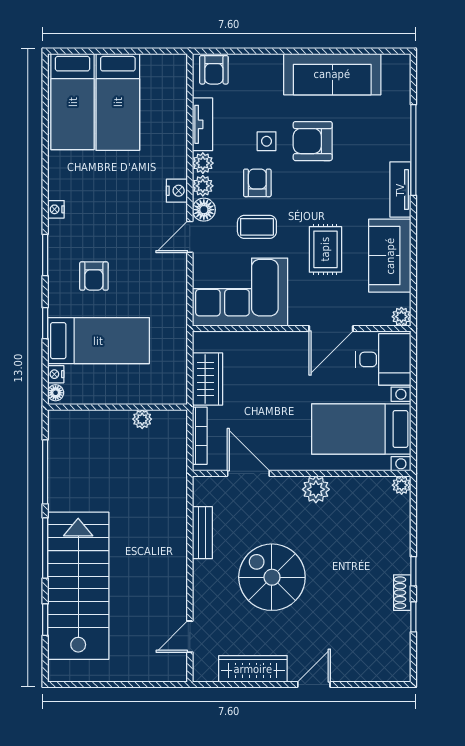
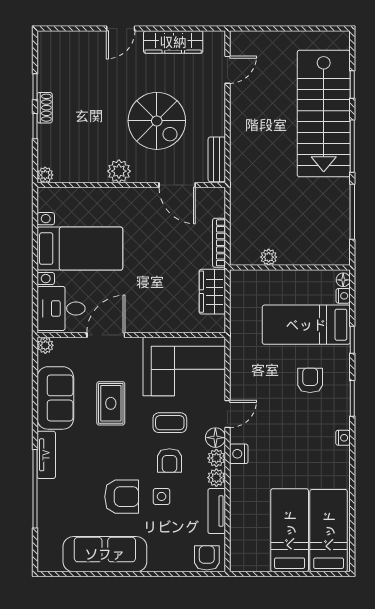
door: (248, 473) -> (177, 185), moved
wall: (302, 473) -> (131, 185), moved
plant: (402, 485) -> (45, 175), moved
plant: (316, 489) -> (119, 171), moved

